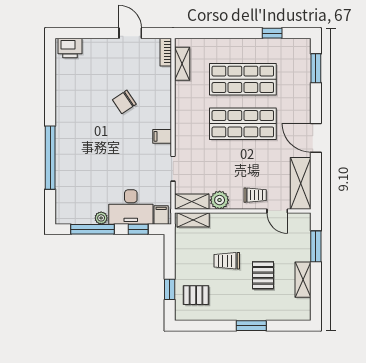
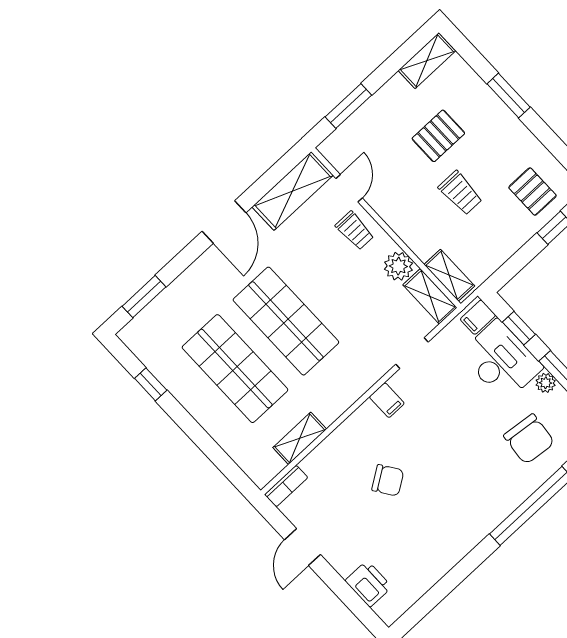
printer: (70, 48) -> (368, 584), moved
shelving: (182, 64) -> (300, 438), moved
chair: (82, 186) -> (529, 439), added
trolley: (255, 195) -> (355, 231), turned 180
shelving: (303, 280) -> (427, 61), moved

